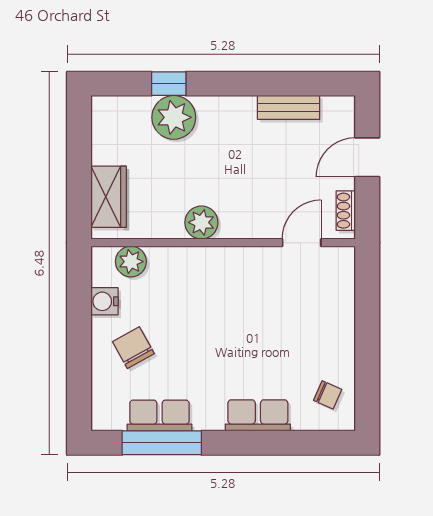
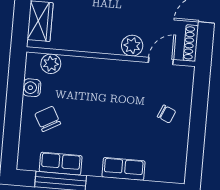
shoe rack: (346, 211) -> (191, 43), width x1.43
plant: (201, 222) -> (132, 46), moved
chair: (328, 395) -> (167, 114), moved

